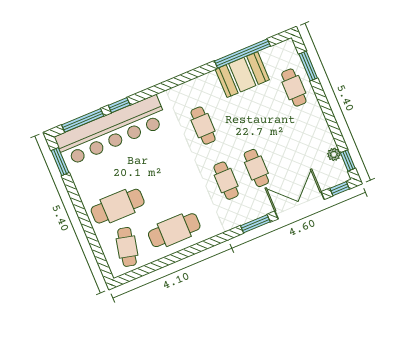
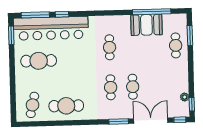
cafe table: (118, 206) -> (39, 61), moved

